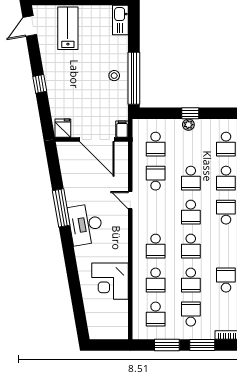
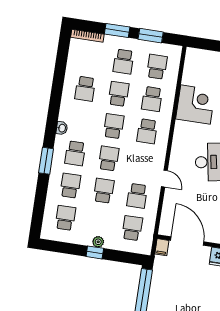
stool: (114, 76) -> (162, 299), removed
school desk: (156, 246) -> (147, 131), turned 180
school desk: (156, 280) -> (152, 99), turned 180

